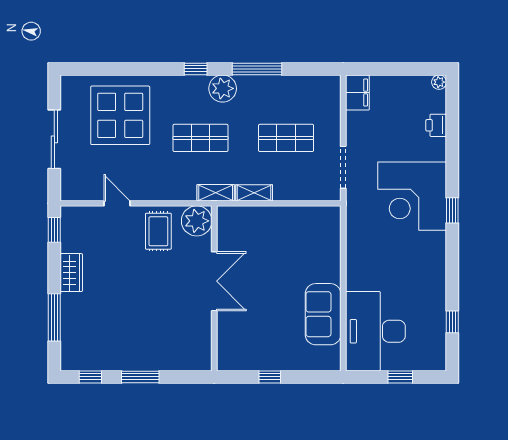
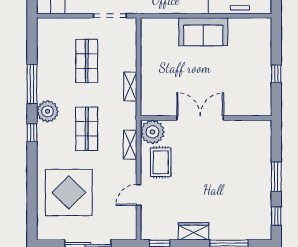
shelving: (216, 193) -> (130, 145), moved
rug: (158, 231) -> (161, 162), turned 90
sofa: (323, 314) -> (203, 32), moved

